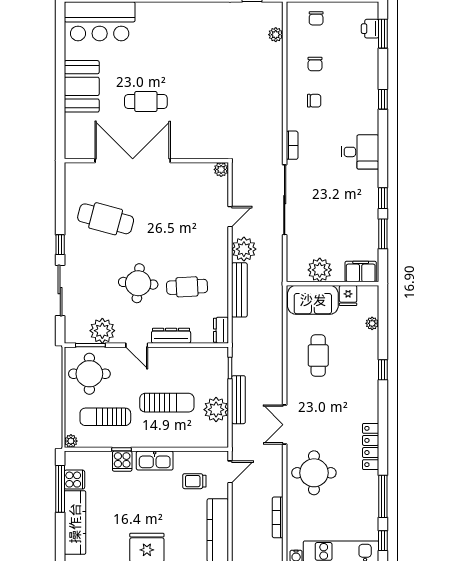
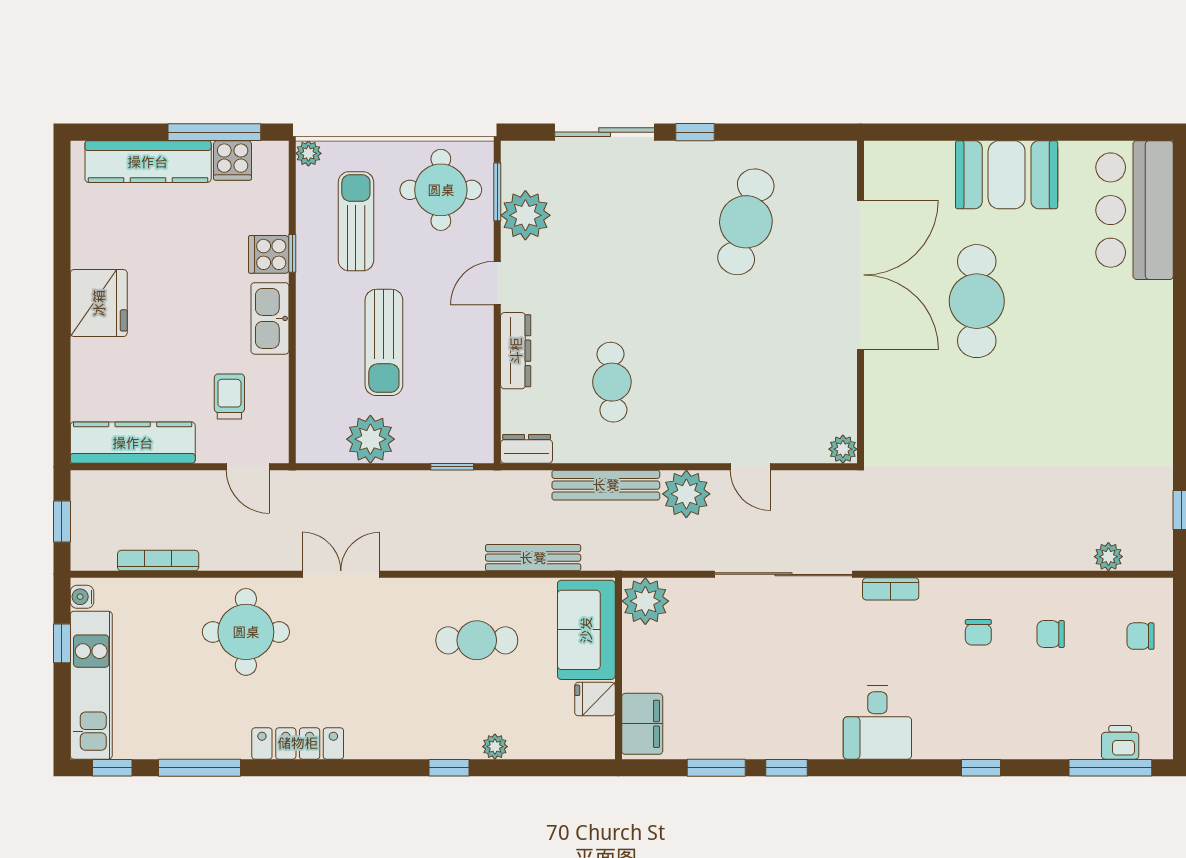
window: (383, 34) -> (1110, 768), width x1.44
cafe table: (146, 102) -> (977, 301), width x1.37, depth x1.35
plant: (320, 270) -> (645, 601), moved
round table: (138, 283) -> (619, 286), removed
plant: (372, 323) -> (495, 747), moved
bench: (238, 400) -> (533, 558), moved

